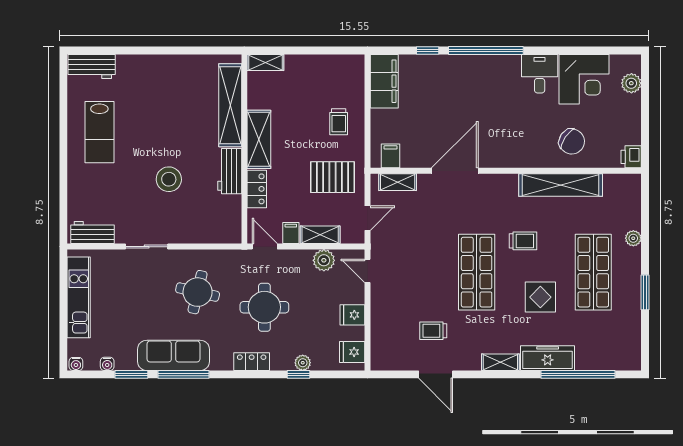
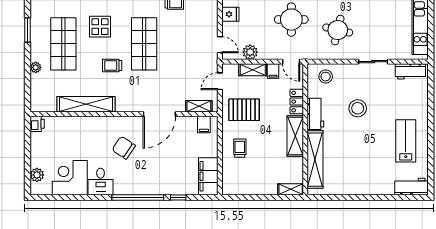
chair: (572, 142) -> (124, 148), moved
stool: (215, 225) -> (326, 77), added

